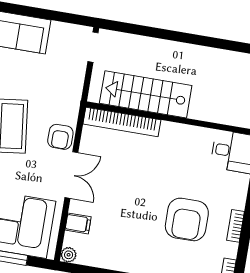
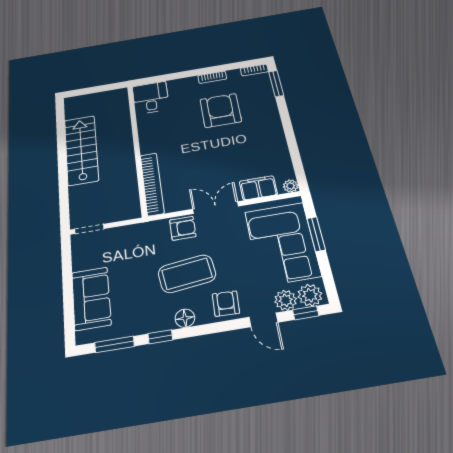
stairs: (146, 94) -> (81, 150), moved, turned 180
armchair: (187, 219) -> (221, 110), turned -90
filing cabinet: (78, 223) -> (258, 188), width x2.00

